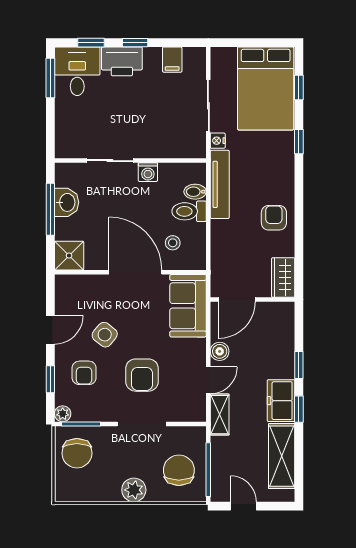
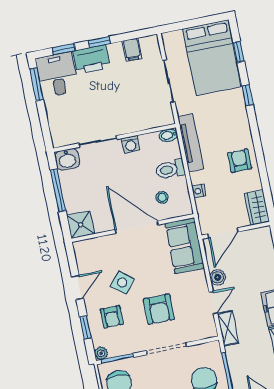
nightstand: (218, 141) -> (199, 191), moved
bidet: (195, 192) -> (168, 135), moved
washbasin: (67, 202) -> (67, 159), moved, turned 90

